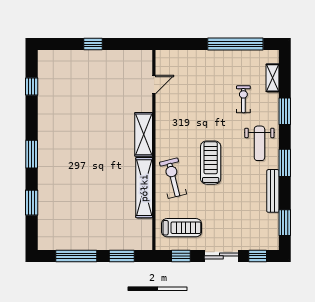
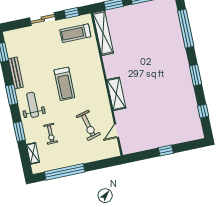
window: (32, 154) -> (196, 75), moved
exercise bike: (173, 178) -> (88, 125), moved
shelving: (144, 188) -> (103, 33), moved
window: (32, 203) -> (186, 29), width x2.11
window: (258, 256) -> (17, 24), removed

